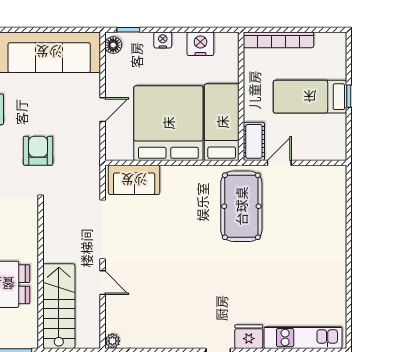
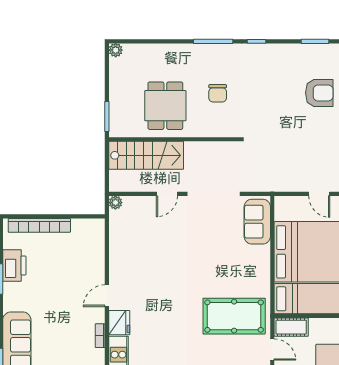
armchair: (38, 151) -> (283, 137), removed

